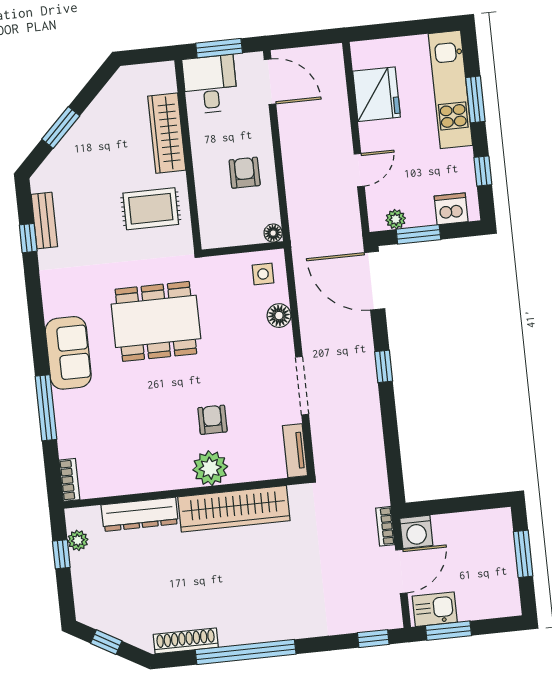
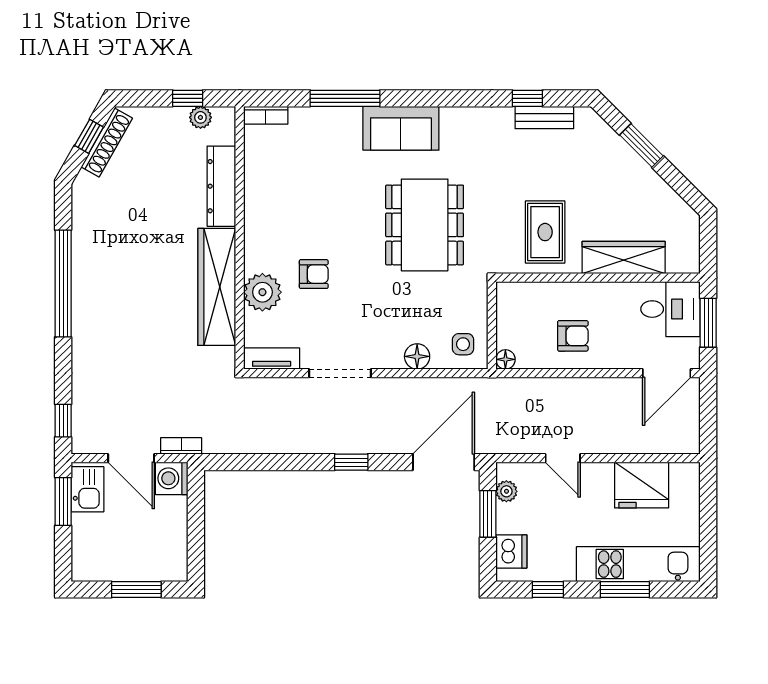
plant: (210, 468) -> (262, 292), moved
shoe rack: (186, 641) -> (107, 142), moved, turned 30

